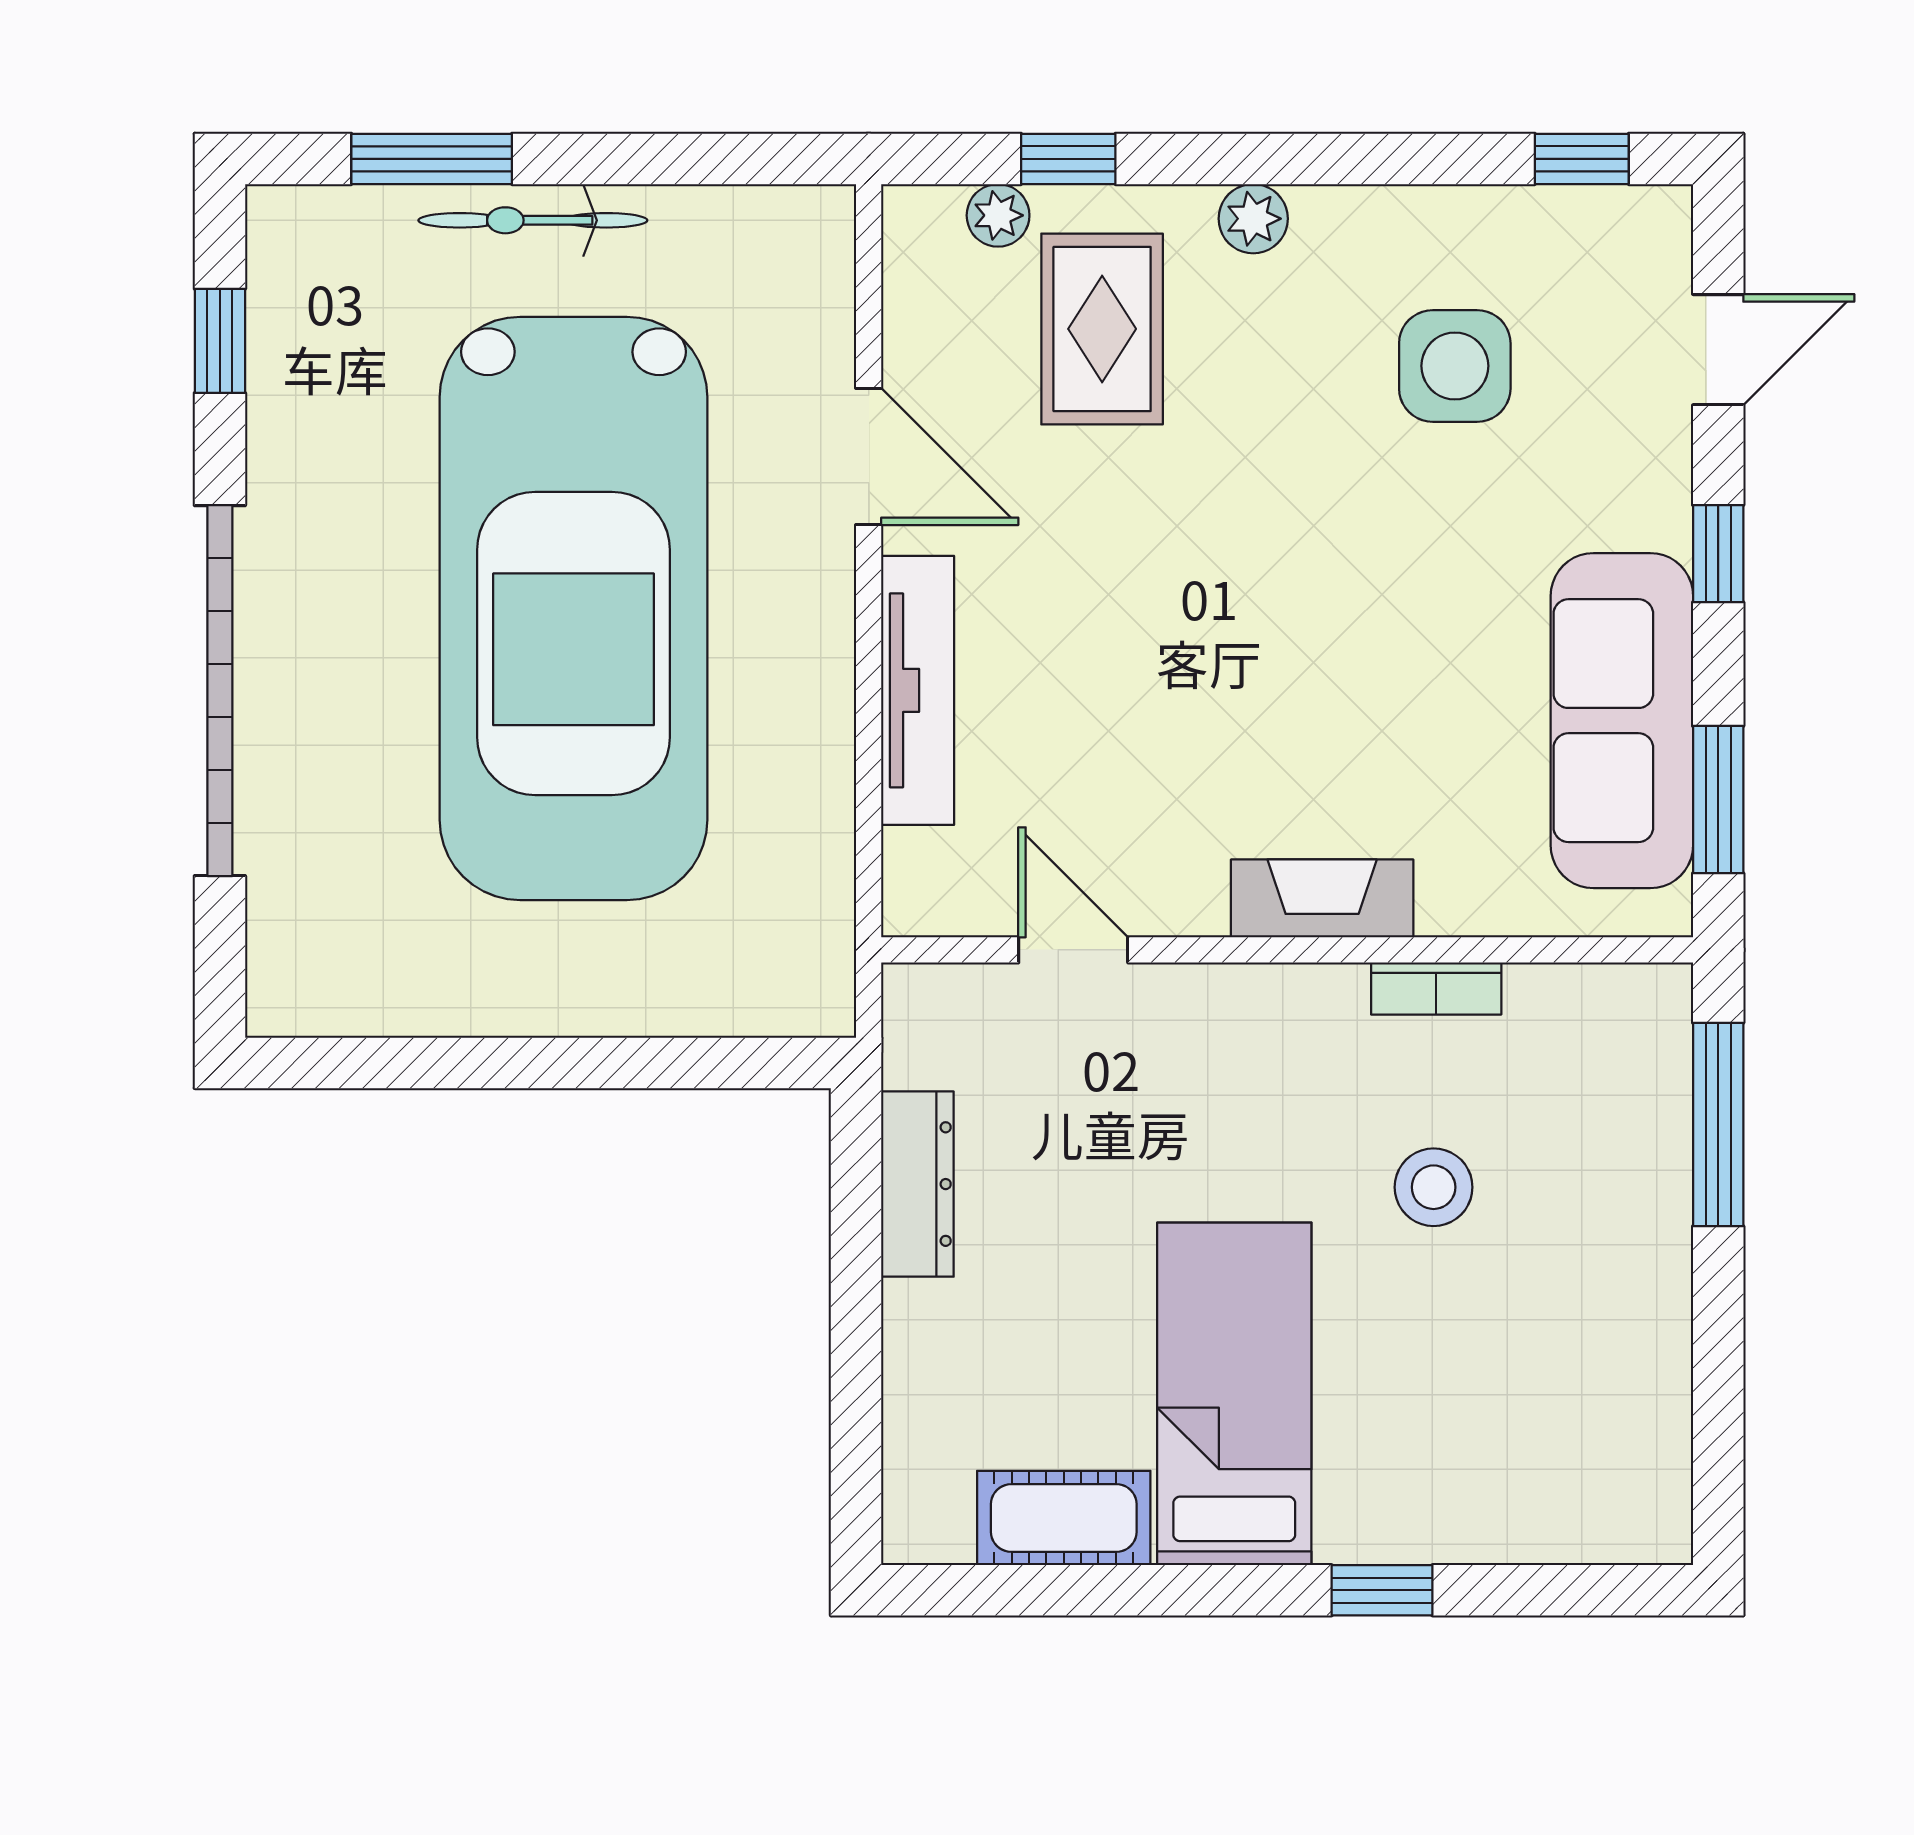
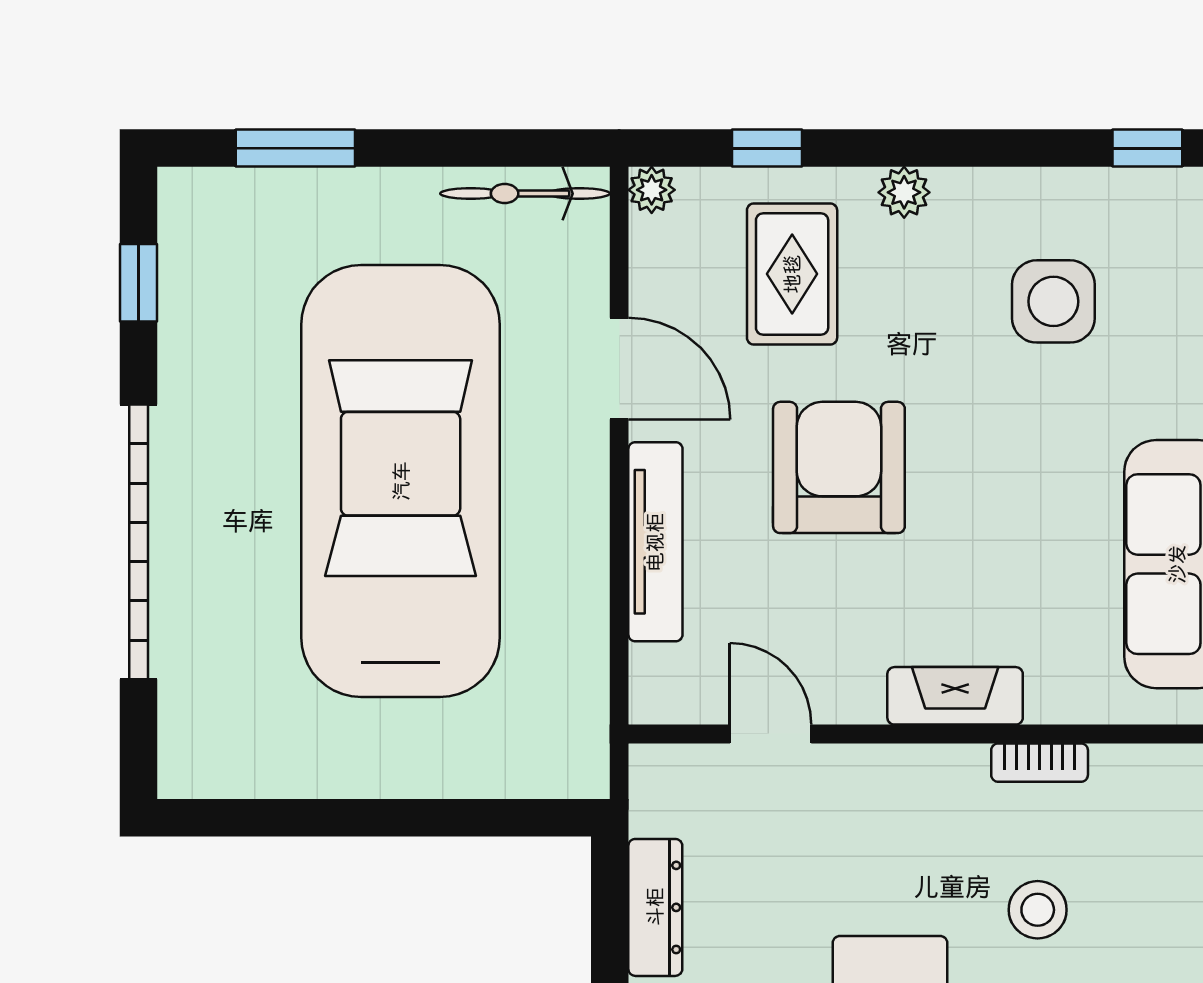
plant: (998, 215) -> (652, 190), moved
bicycle: (533, 220) -> (525, 194), moved
armchair: (1165, 590) -> (839, 467), added
car: (574, 608) -> (401, 481), turned 180

